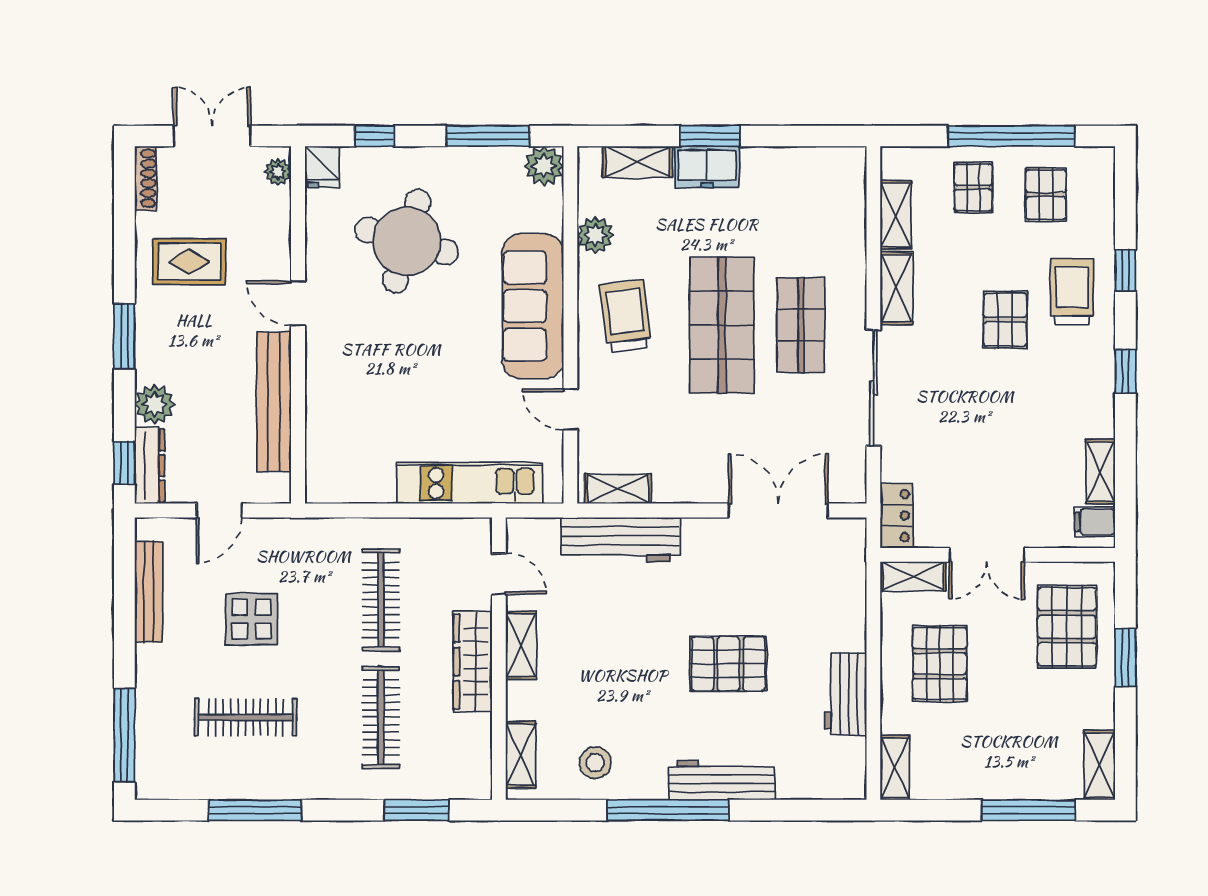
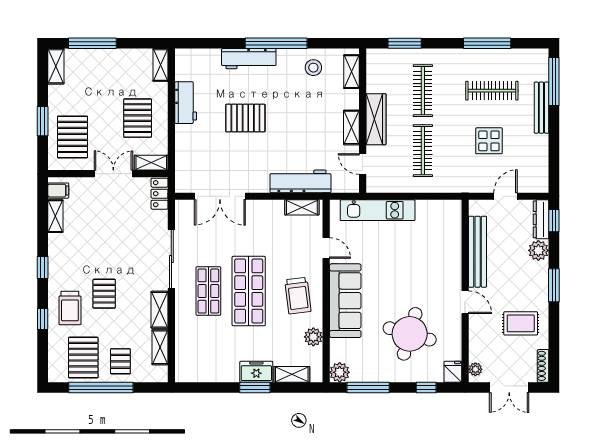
pallet: (1046, 195) -> (83, 358), width x1.50, depth x1.42
bench: (149, 592) -> (541, 108), moved

